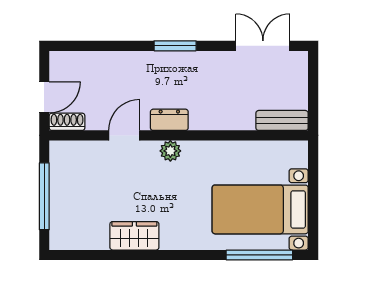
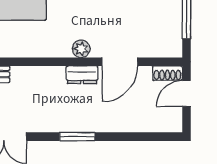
door: (124, 135) -> (120, 62), width x1.38

